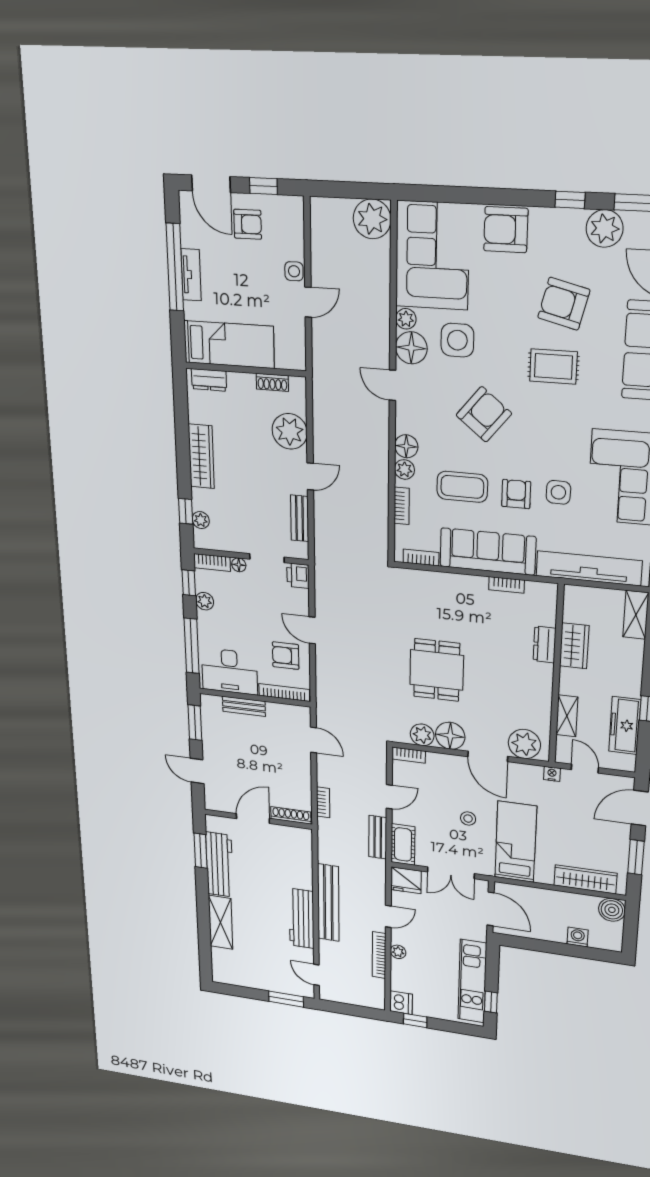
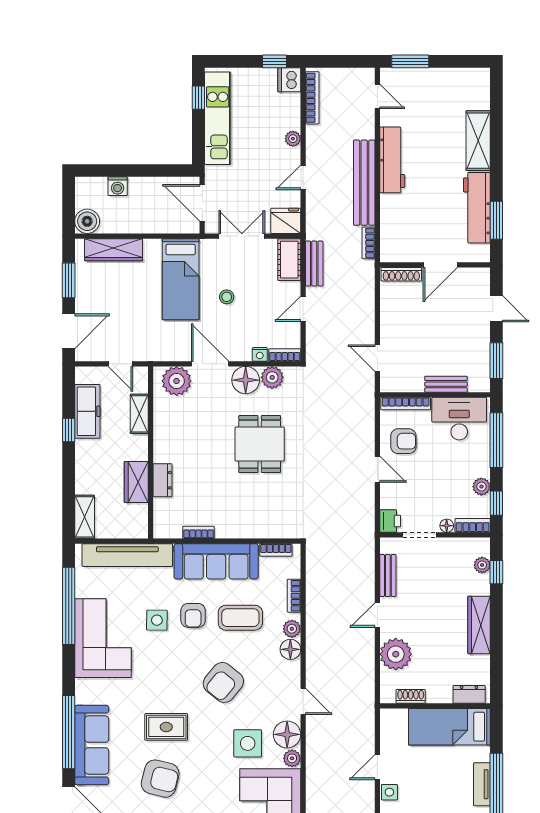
nightstand: (552, 774) -> (260, 354), moved
bookcase: (323, 802) -> (368, 243), moved
bookcase: (379, 955) -> (312, 98), moved

